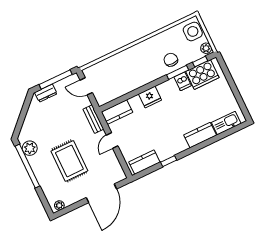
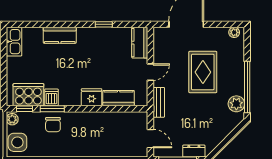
kitchen counter: (117, 112) -> (119, 98), moved
kitchen sink: (226, 123) -> (14, 42), moved, turned -90
kitchen counter: (144, 162) -> (140, 43), moved, turned 90

